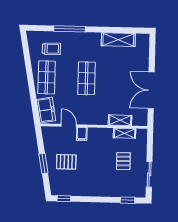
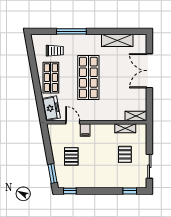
shop shelf: (87, 78) -> (88, 78), width x1.43, depth x1.36
double door: (151, 90) -> (149, 71), moved
shelving: (120, 120) -> (136, 116), moved
pallet: (66, 162) -> (71, 156), turned 90
window: (43, 163) -> (52, 173), moved

